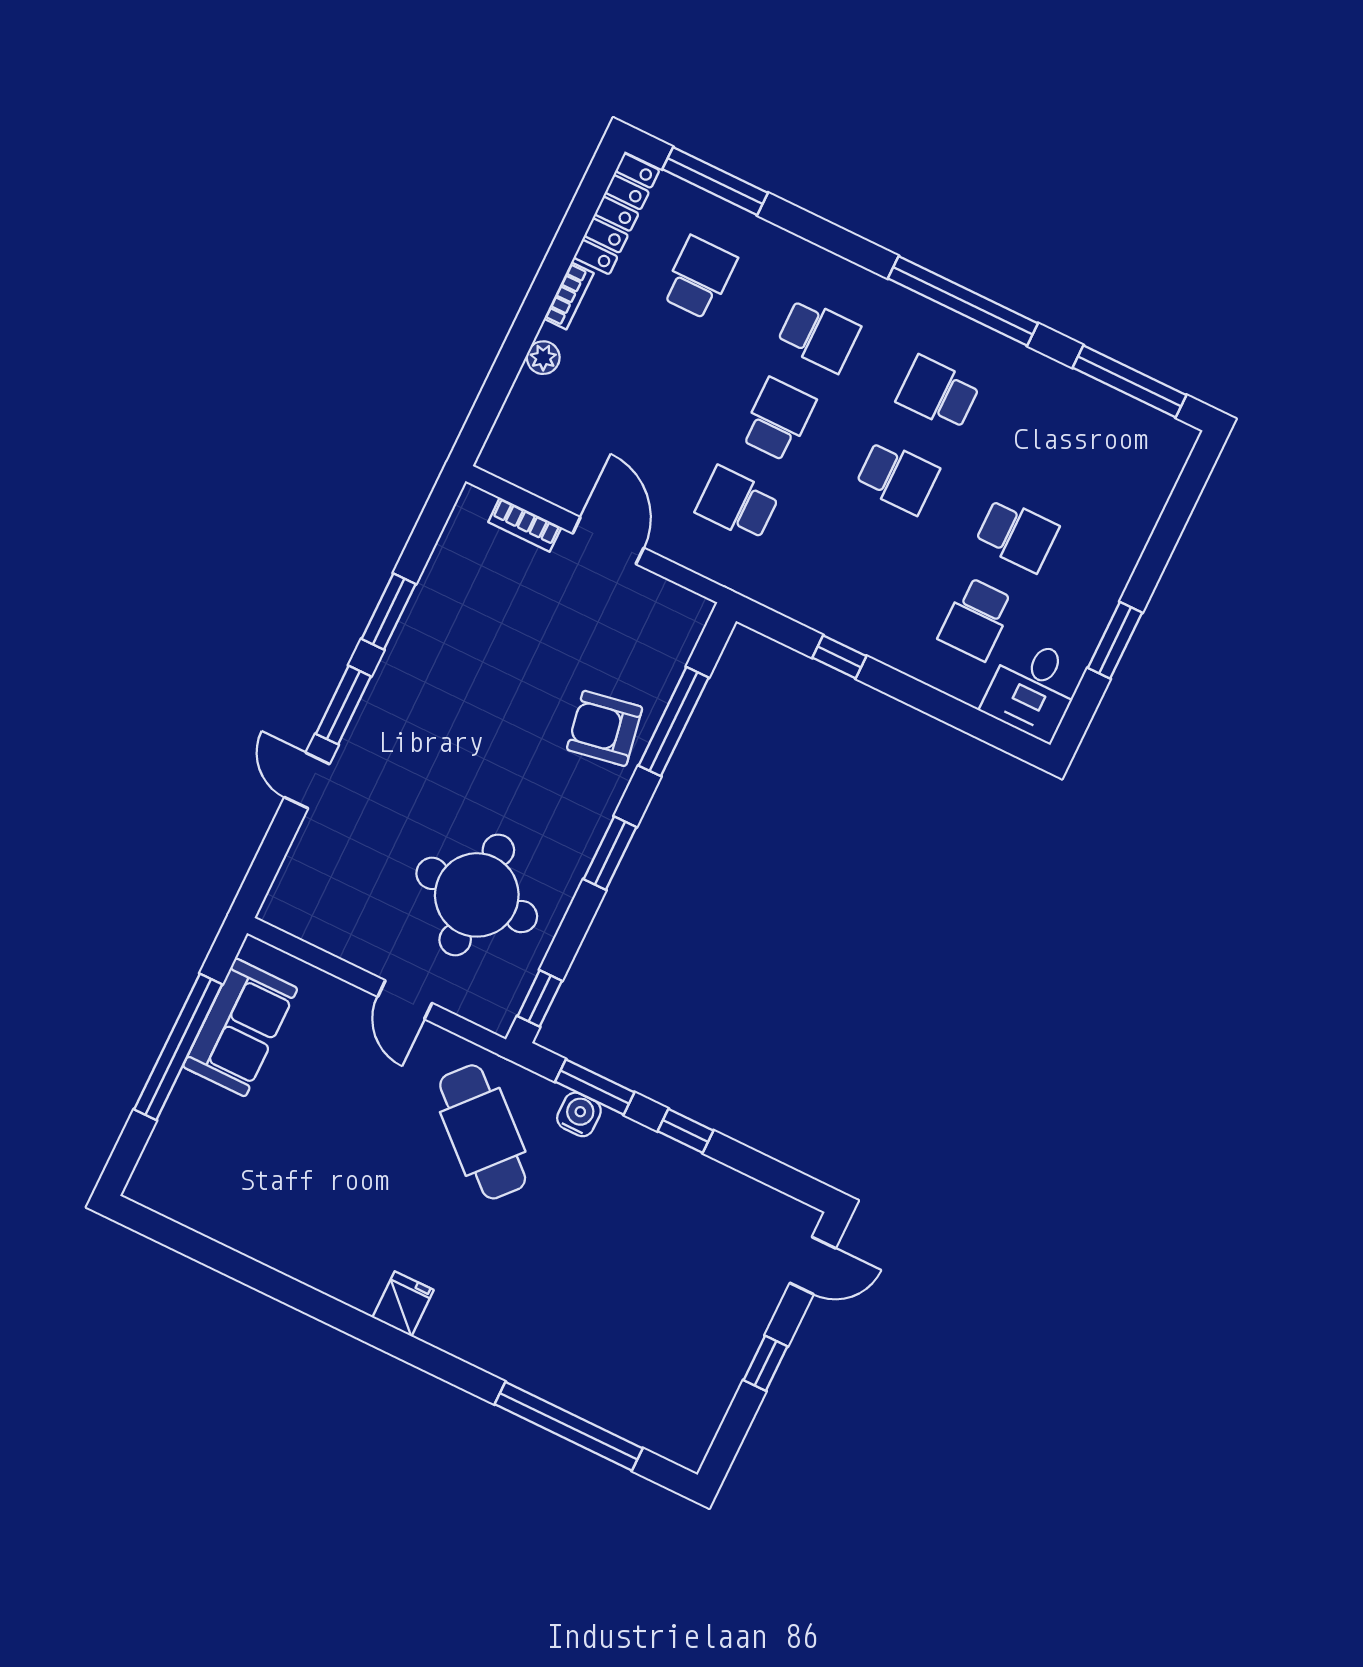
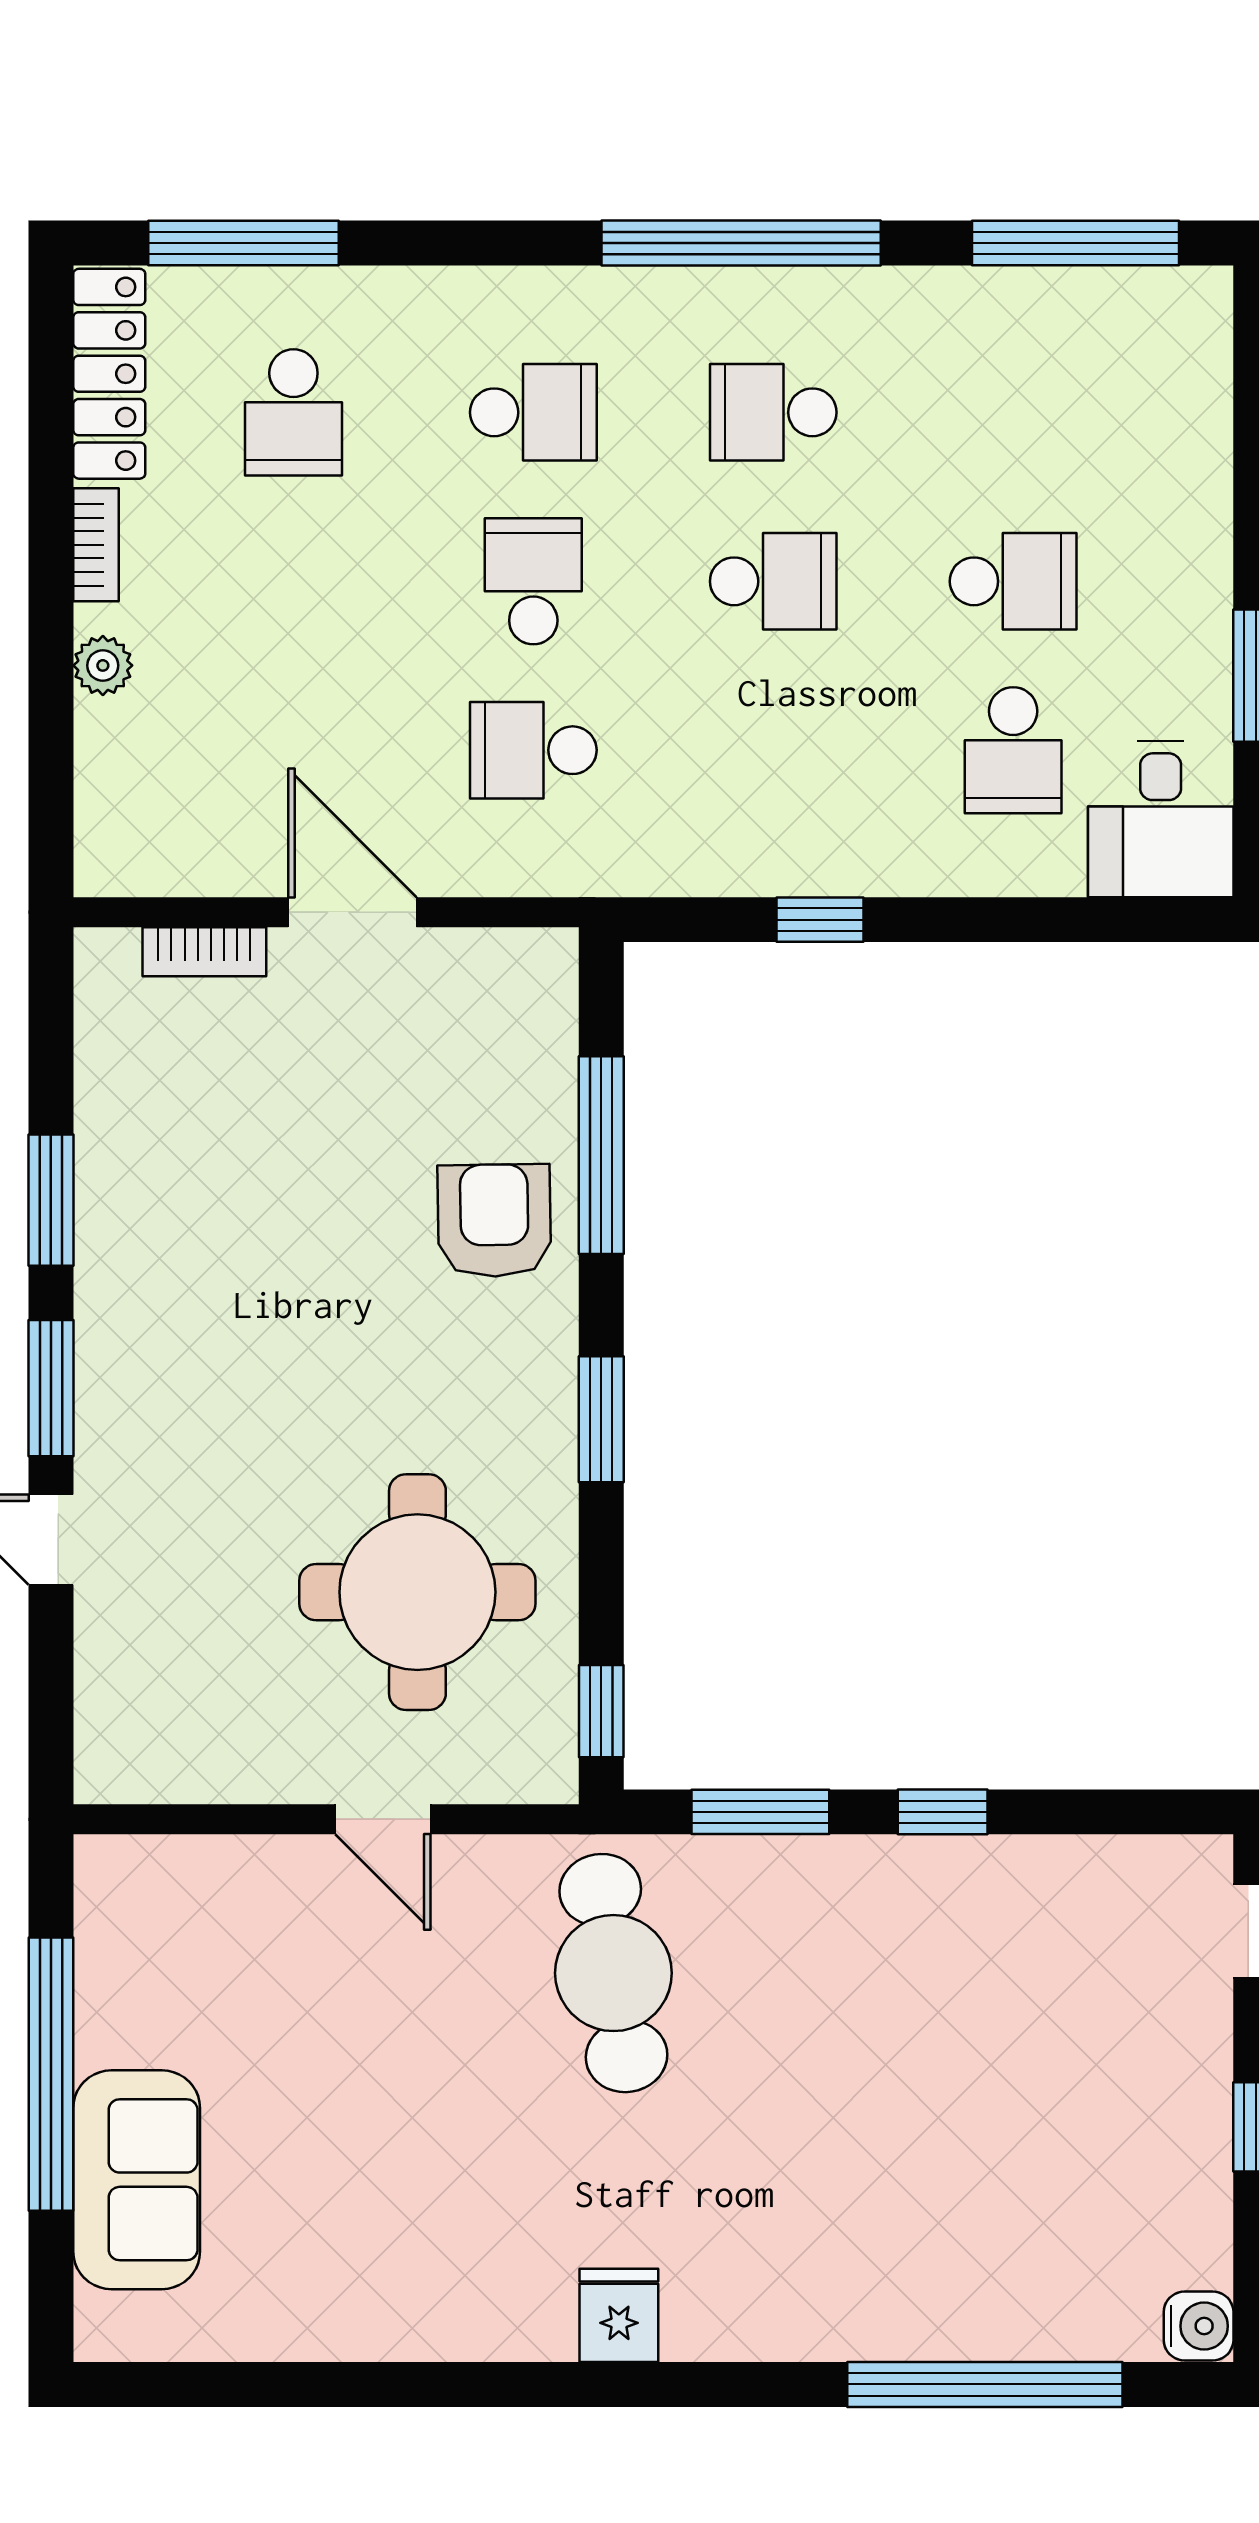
school desk: (699, 277) -> (293, 412), turned 180
armchair: (605, 728) -> (494, 1220), turned 99
sofa: (240, 1027) -> (137, 2180), moved
water cooler: (579, 1114) -> (1199, 2326), moved, turned 90
cafe table: (483, 1132) -> (613, 1973), turned 39

